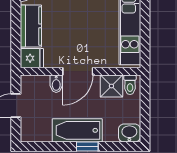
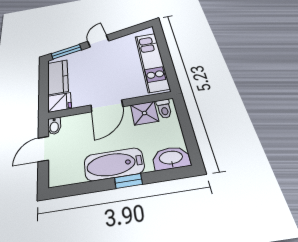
bidet: (56, 84) -> (54, 126), moved
washbasin: (129, 133) -> (171, 158), width x1.38

